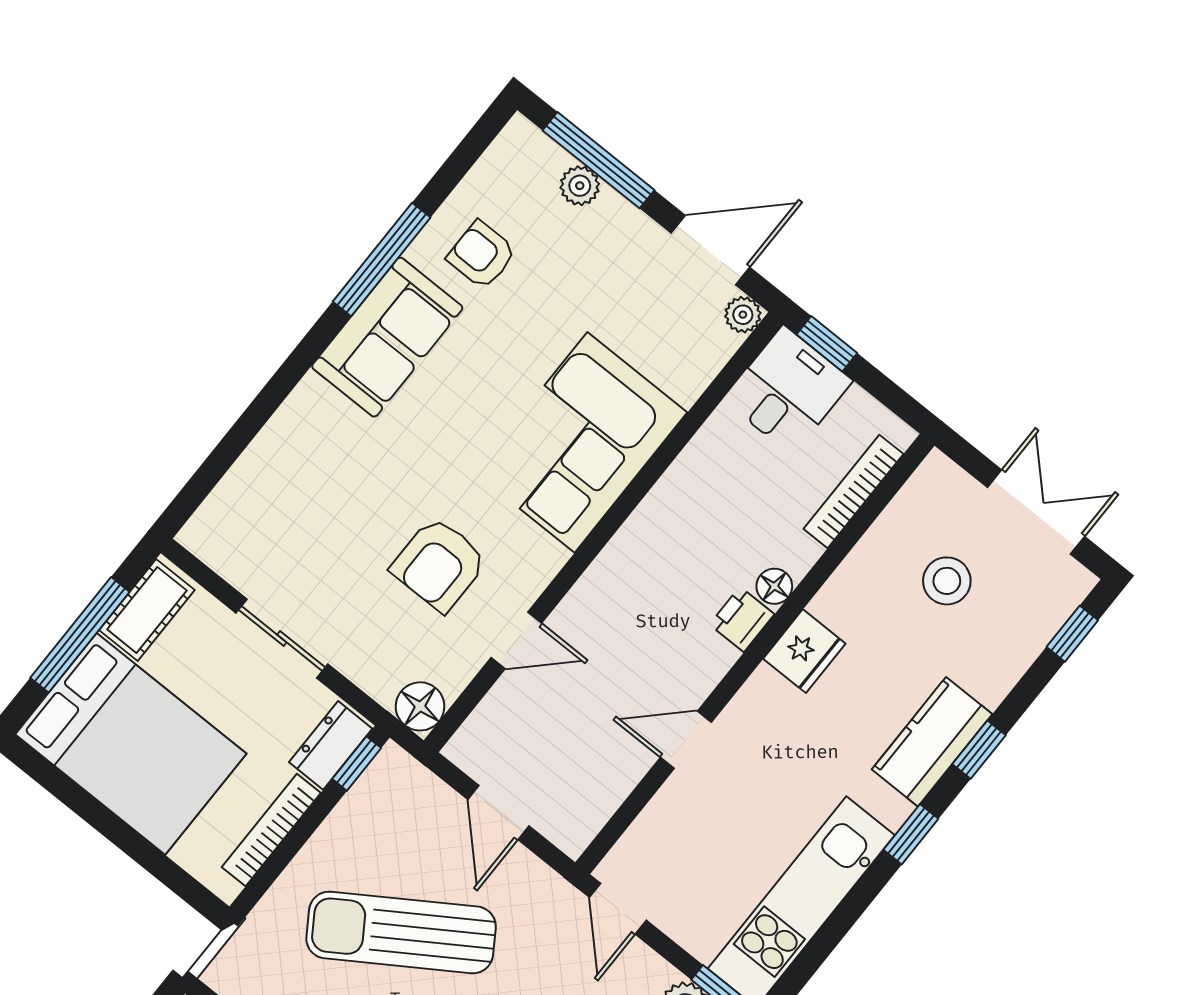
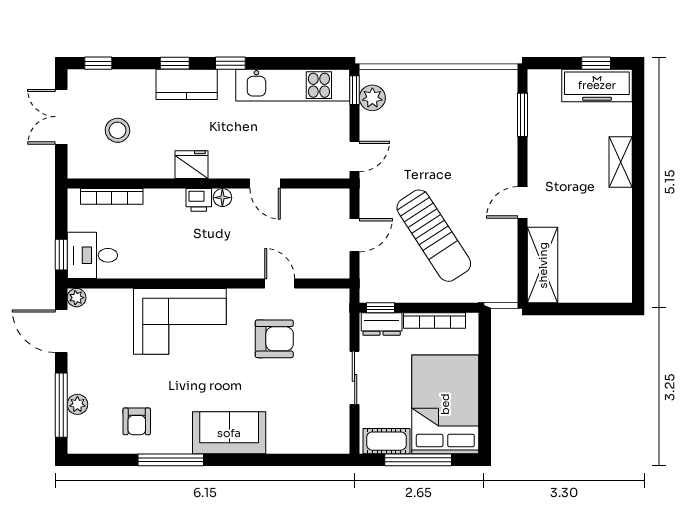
sofa: (387, 337) -> (229, 433), moved
floor lamp: (774, 586) -> (222, 198), moved
floor lamp: (420, 706) -> (337, 301), removed

